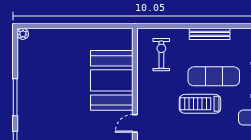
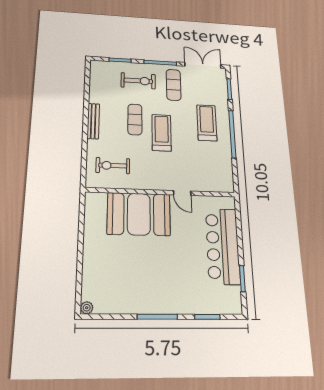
exercise mat: (214, 76) -> (135, 119), width x0.73, depth x0.69
treadmill: (200, 104) -> (162, 133), turned 180

